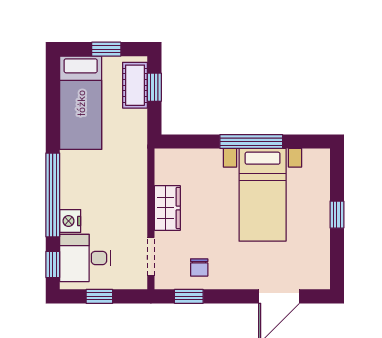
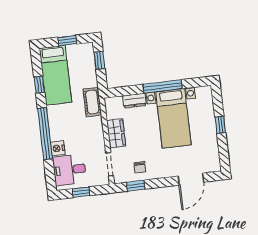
cot: (135, 85) -> (92, 102), moved
dresser: (203, 159) -> (134, 101), added
window: (53, 264) -> (39, 85), moved

